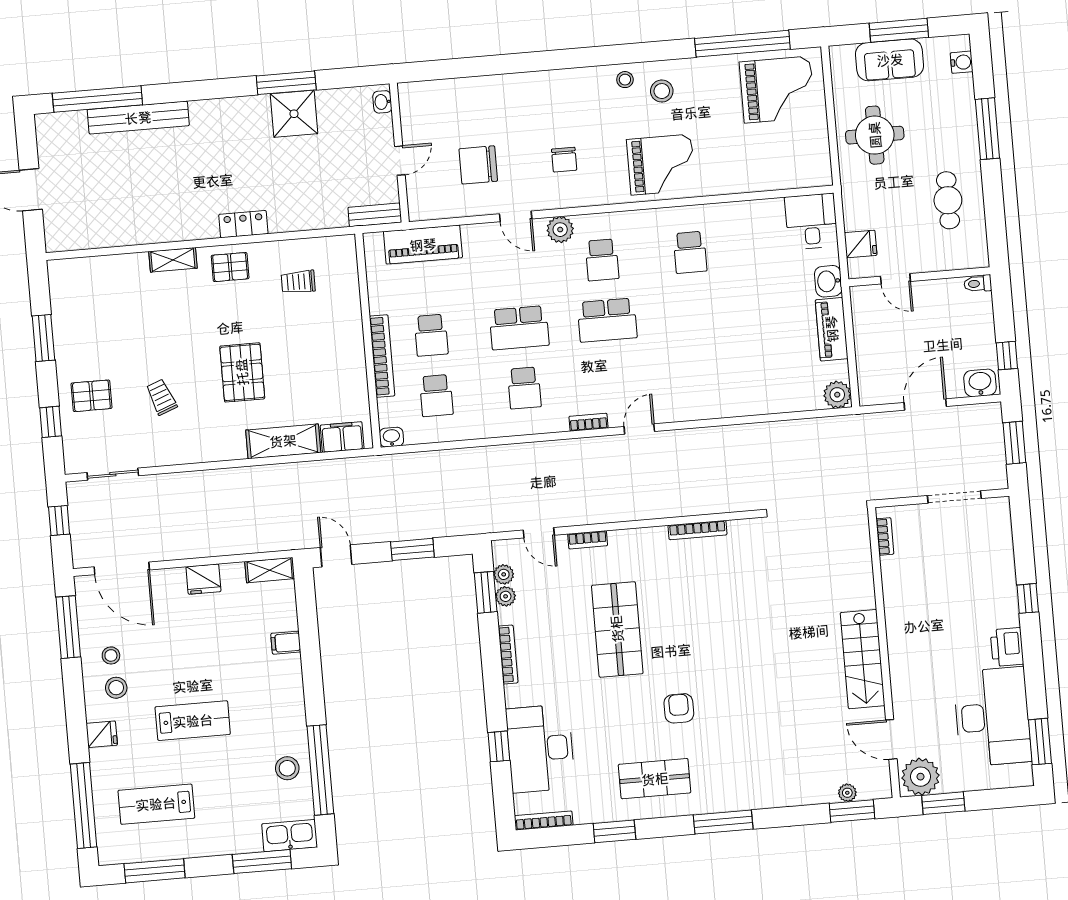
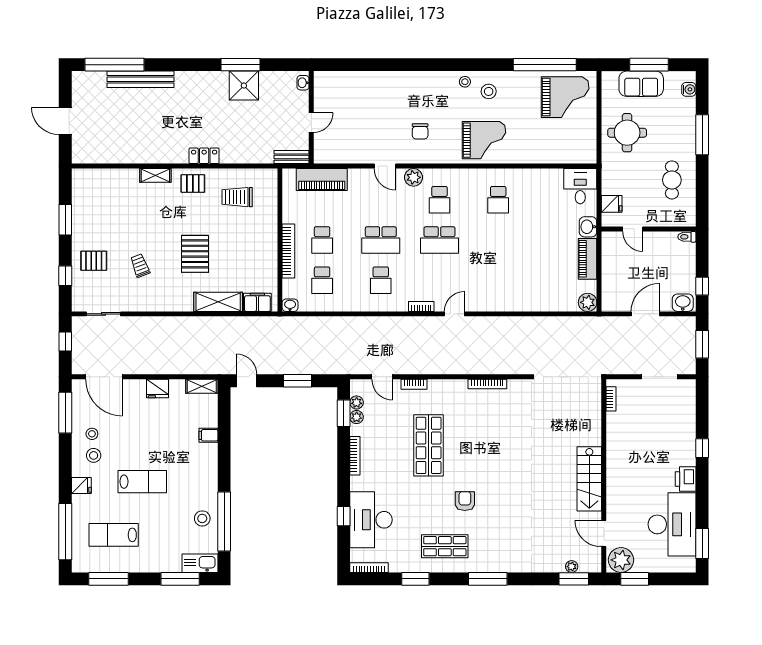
chair: (478, 165) -> (363, 130), removed
trolley: (298, 282) -> (237, 197), width x1.36, depth x1.39

